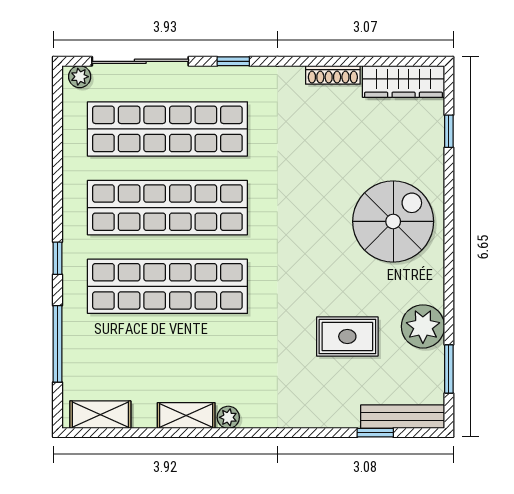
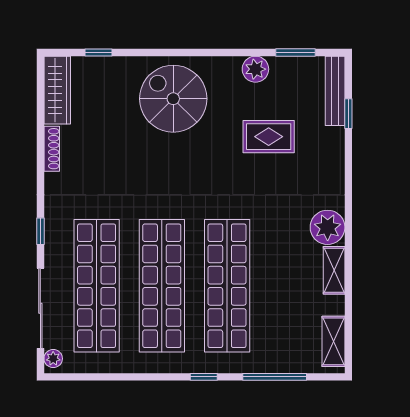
plant: (423, 326) -> (255, 69), width x0.73, depth x0.73
rug: (347, 336) -> (269, 137), turned 90
plant: (228, 417) -> (328, 227), width x1.88, depth x1.88

